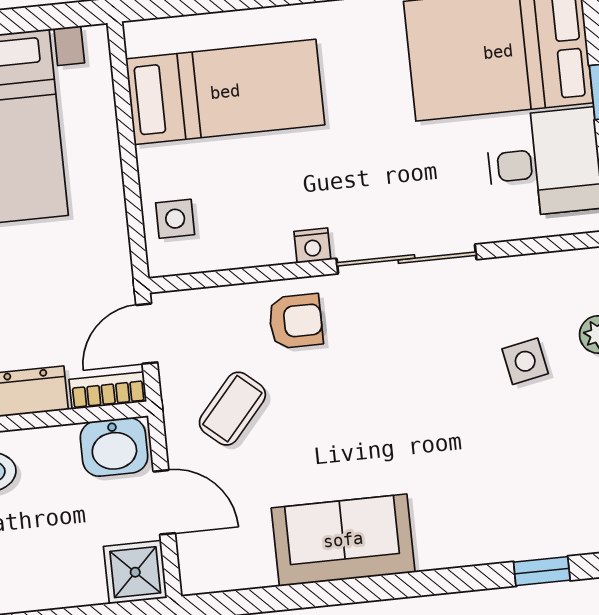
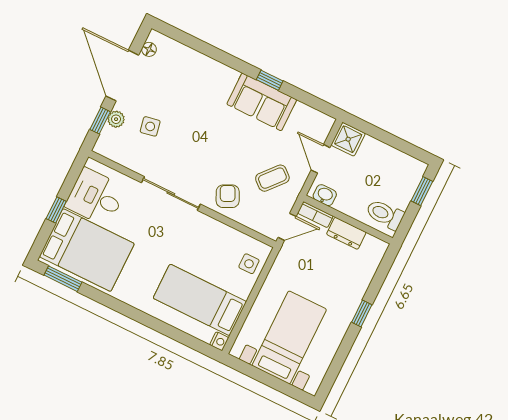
nightstand: (312, 246) -> (219, 341), moved, turned 90
armchair: (296, 321) -> (228, 196), turned 64
washbasin: (114, 447) -> (325, 195), width x0.72, depth x0.69
window: (542, 571) -> (270, 80), moved

